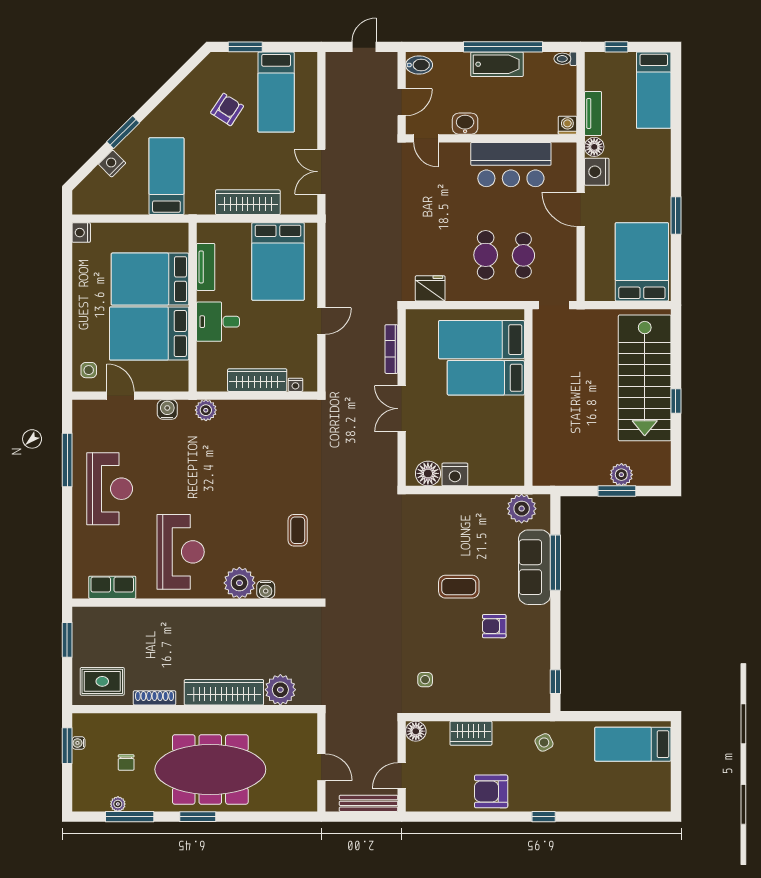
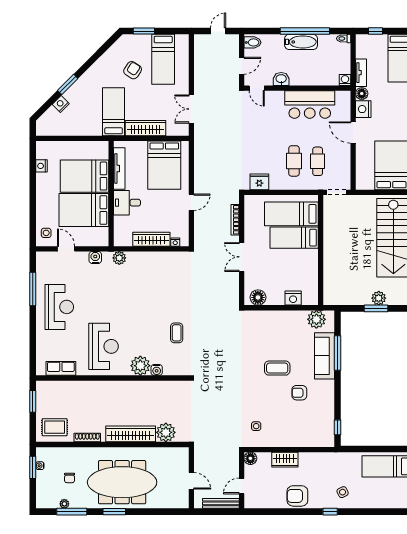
bed: (166, 176) -> (114, 112), moved
nightstand: (81, 233) -> (41, 166), moved
tv unit: (206, 267) -> (119, 169), width x1.41
nightstand: (455, 474) -> (293, 298), moved
side table: (544, 742) -> (343, 492), moved

